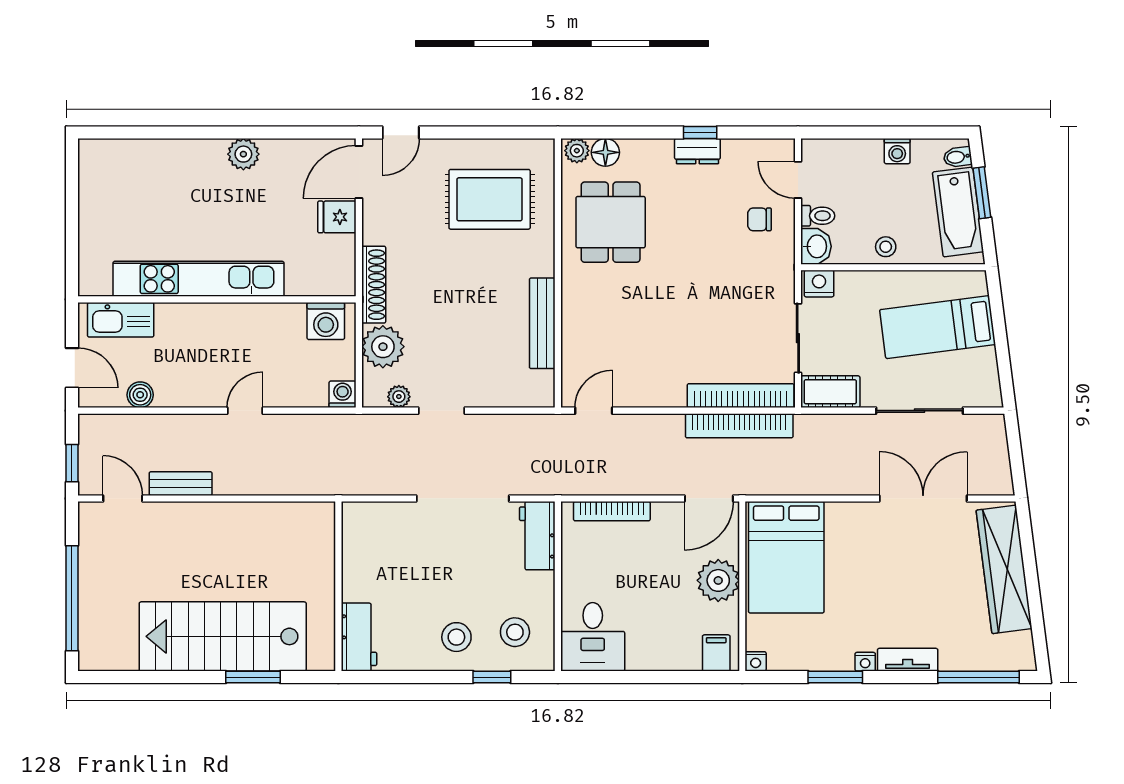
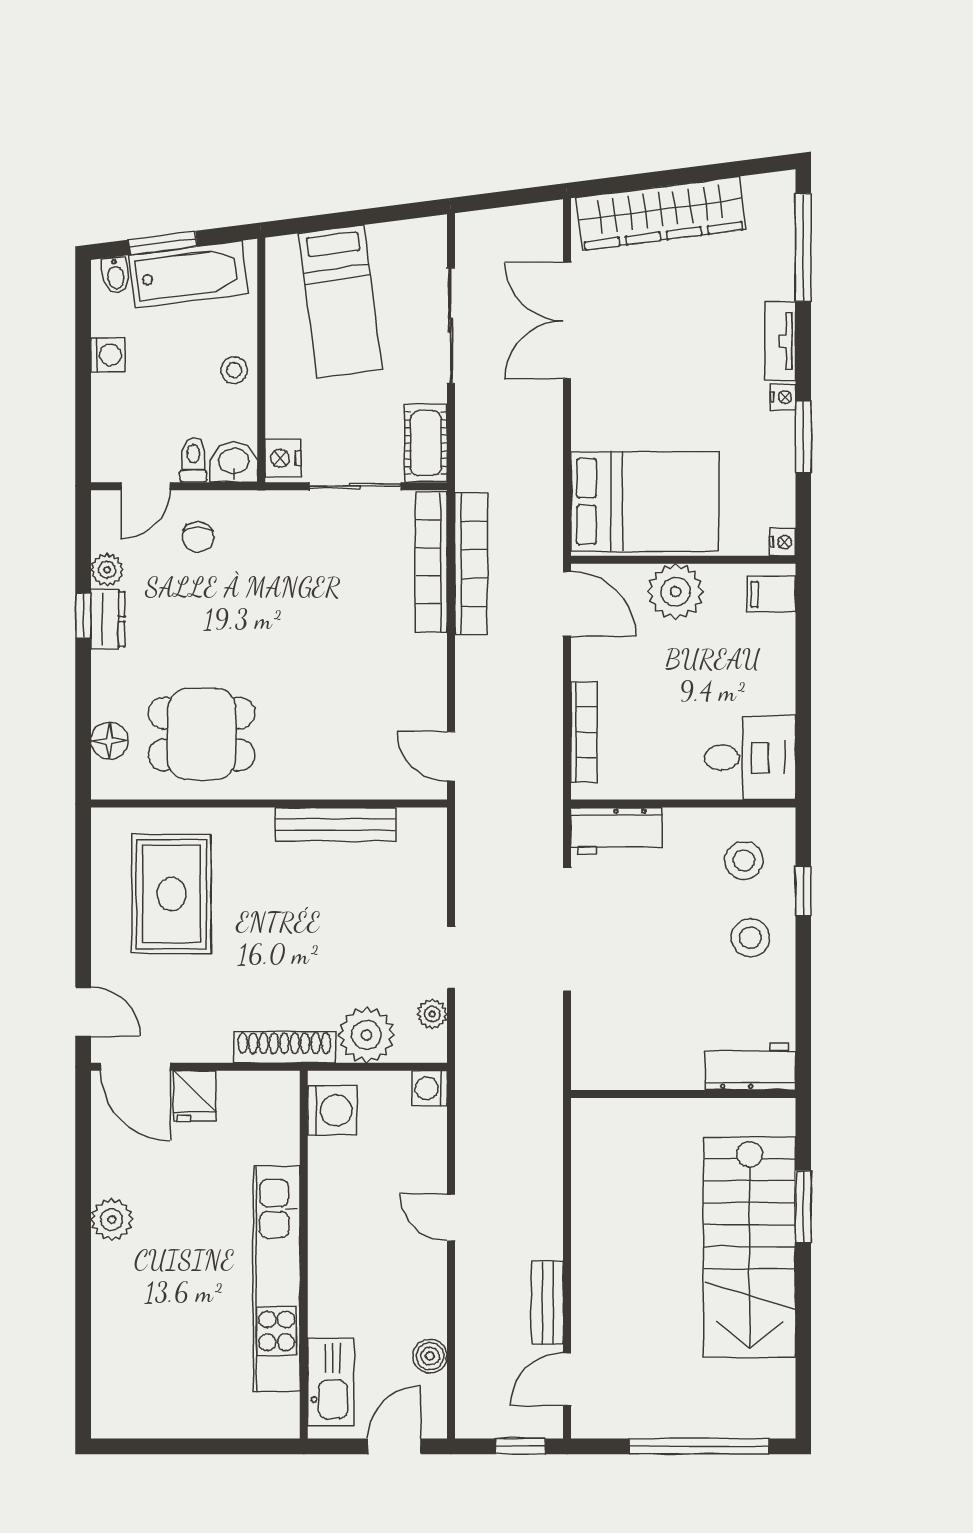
plant: (577, 151) -> (107, 570), moved

